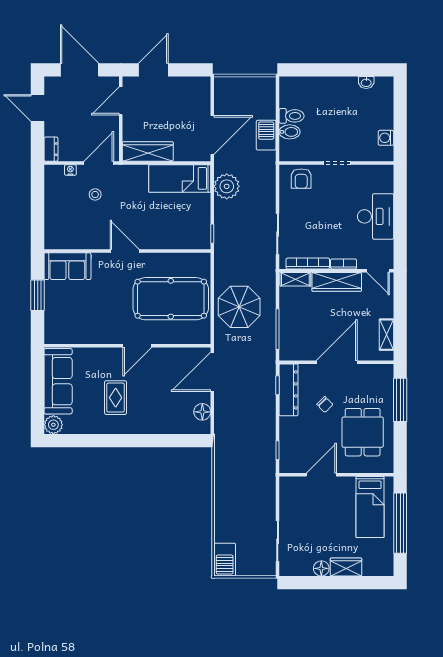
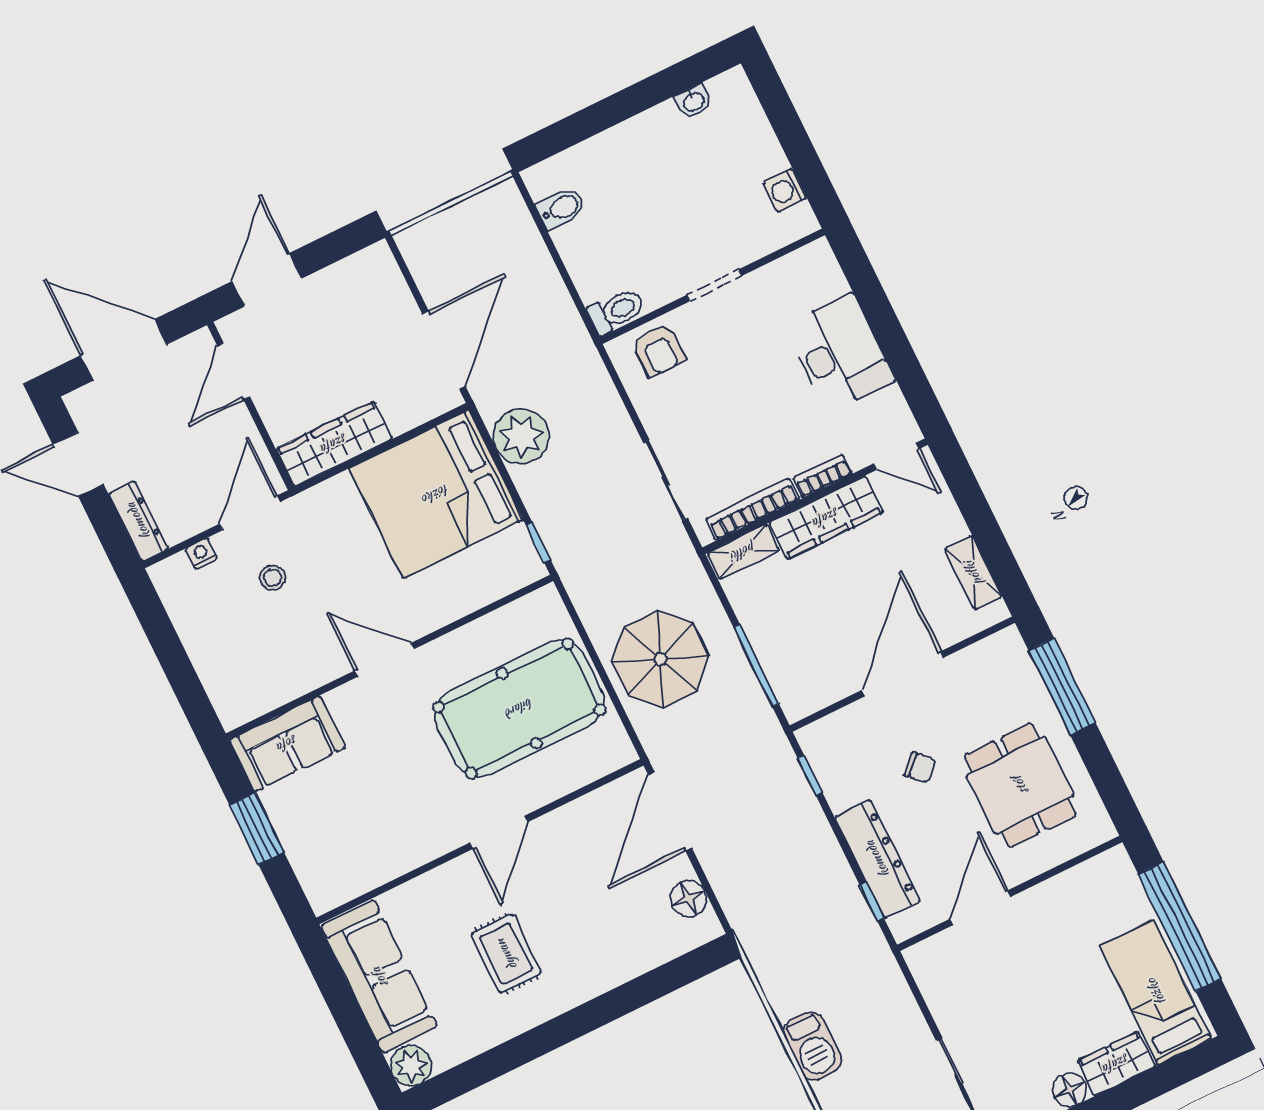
toilet: (292, 116) -> (616, 311), moved
bidet: (290, 132) -> (561, 208), moved
barbecue: (266, 135) -> (812, 1046), moved, turned 180
dresser: (51, 149) -> (138, 521), width x1.44
bed: (180, 178) -> (436, 494), width x2.04
dresser: (289, 390) -> (877, 859), moved
bed: (370, 507) -> (1156, 992), moved, turned 180

